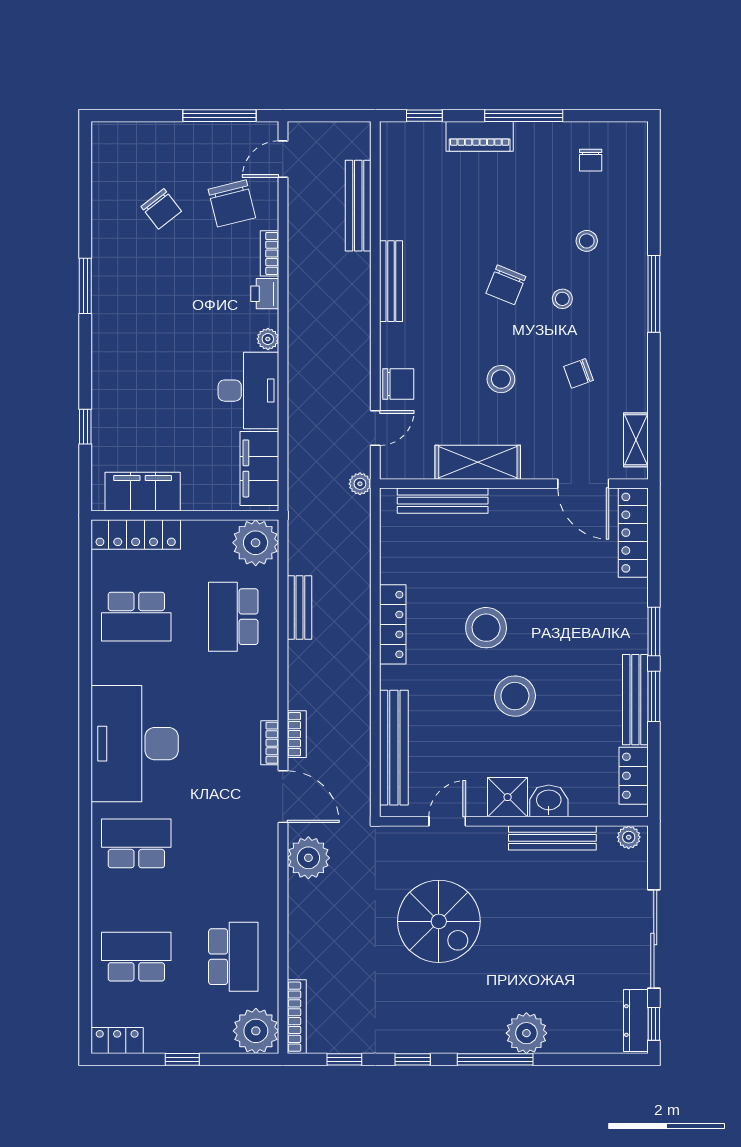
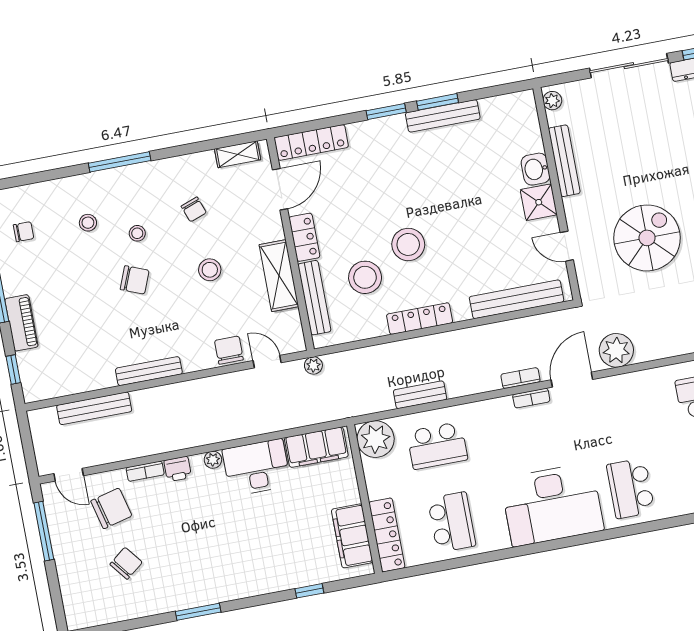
stool: (515, 696) -> (365, 277), moved
locker: (634, 776) -> (304, 237), moved, turned -90

